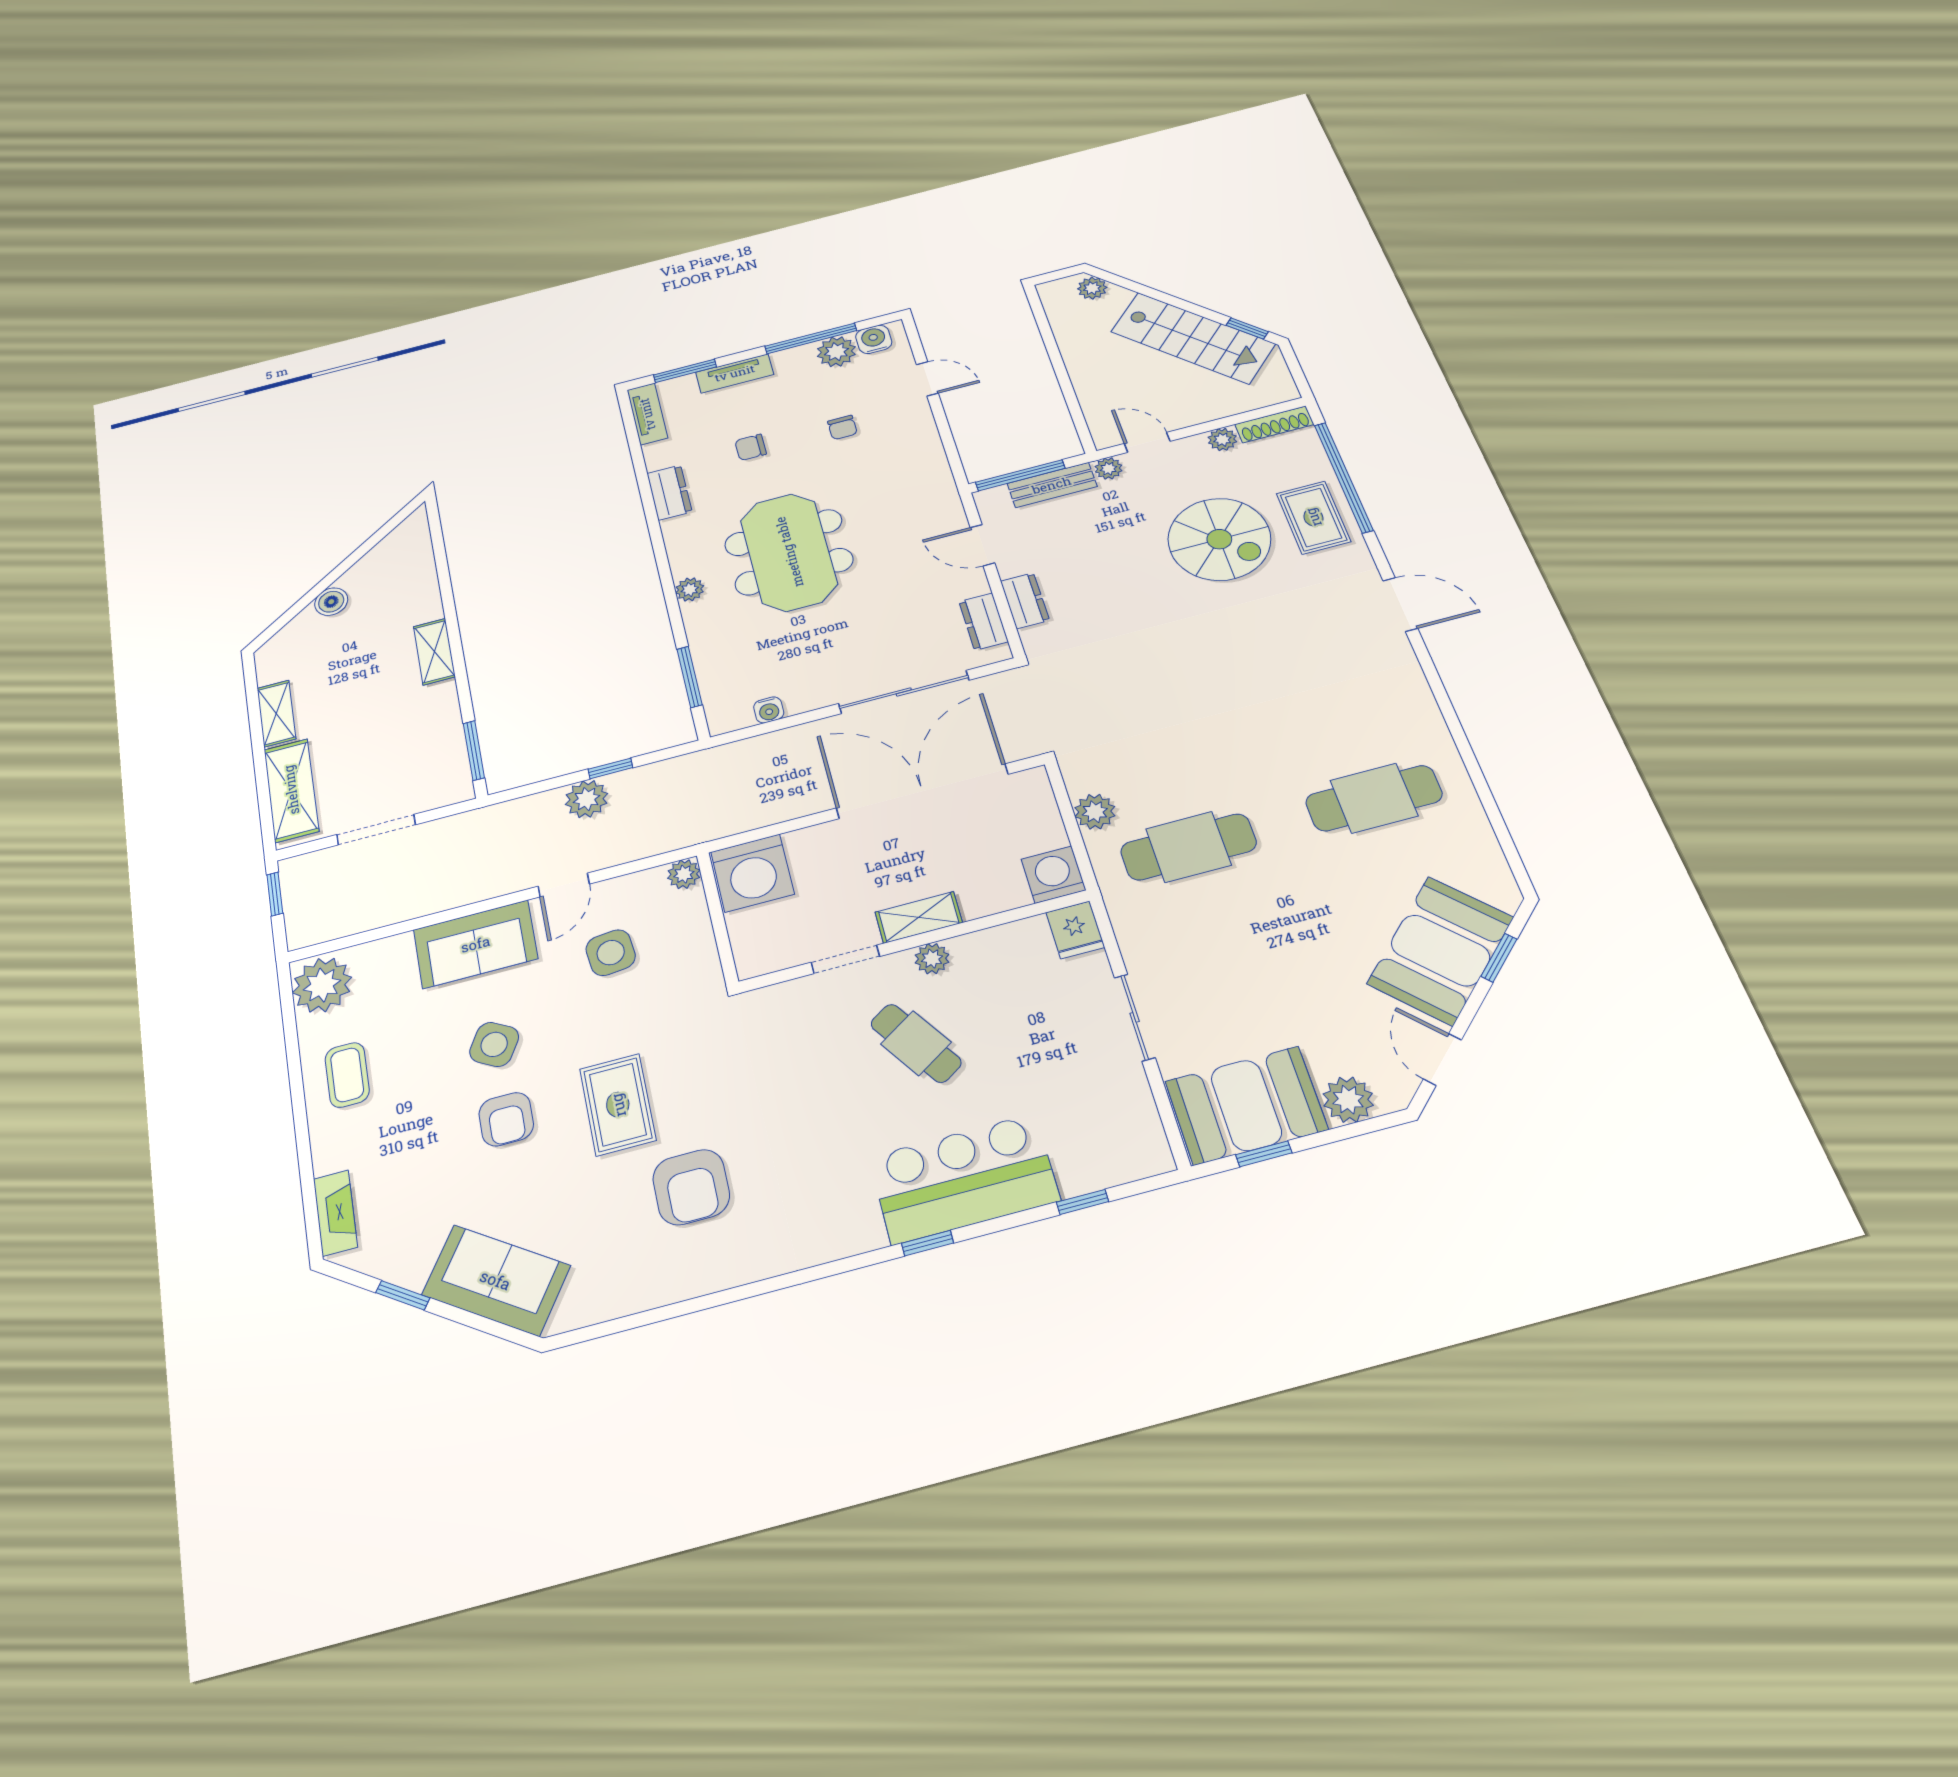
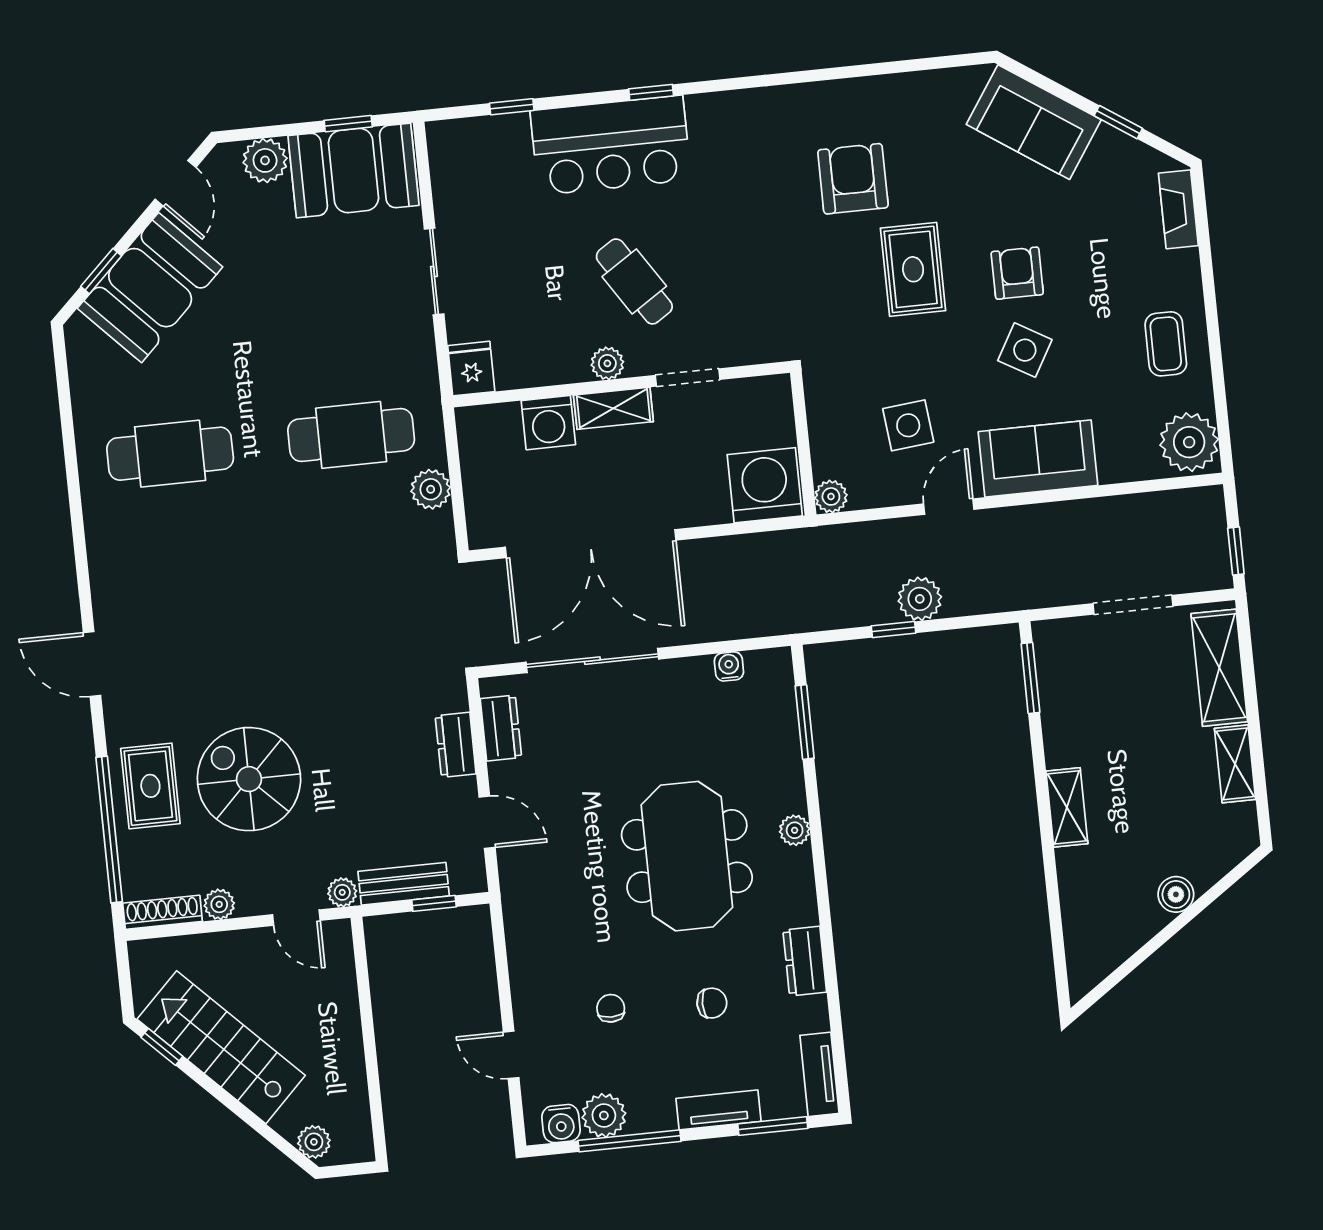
window: (1020, 475) -> (434, 903), width x0.46
washing machine: (1053, 875) -> (548, 423), moved

